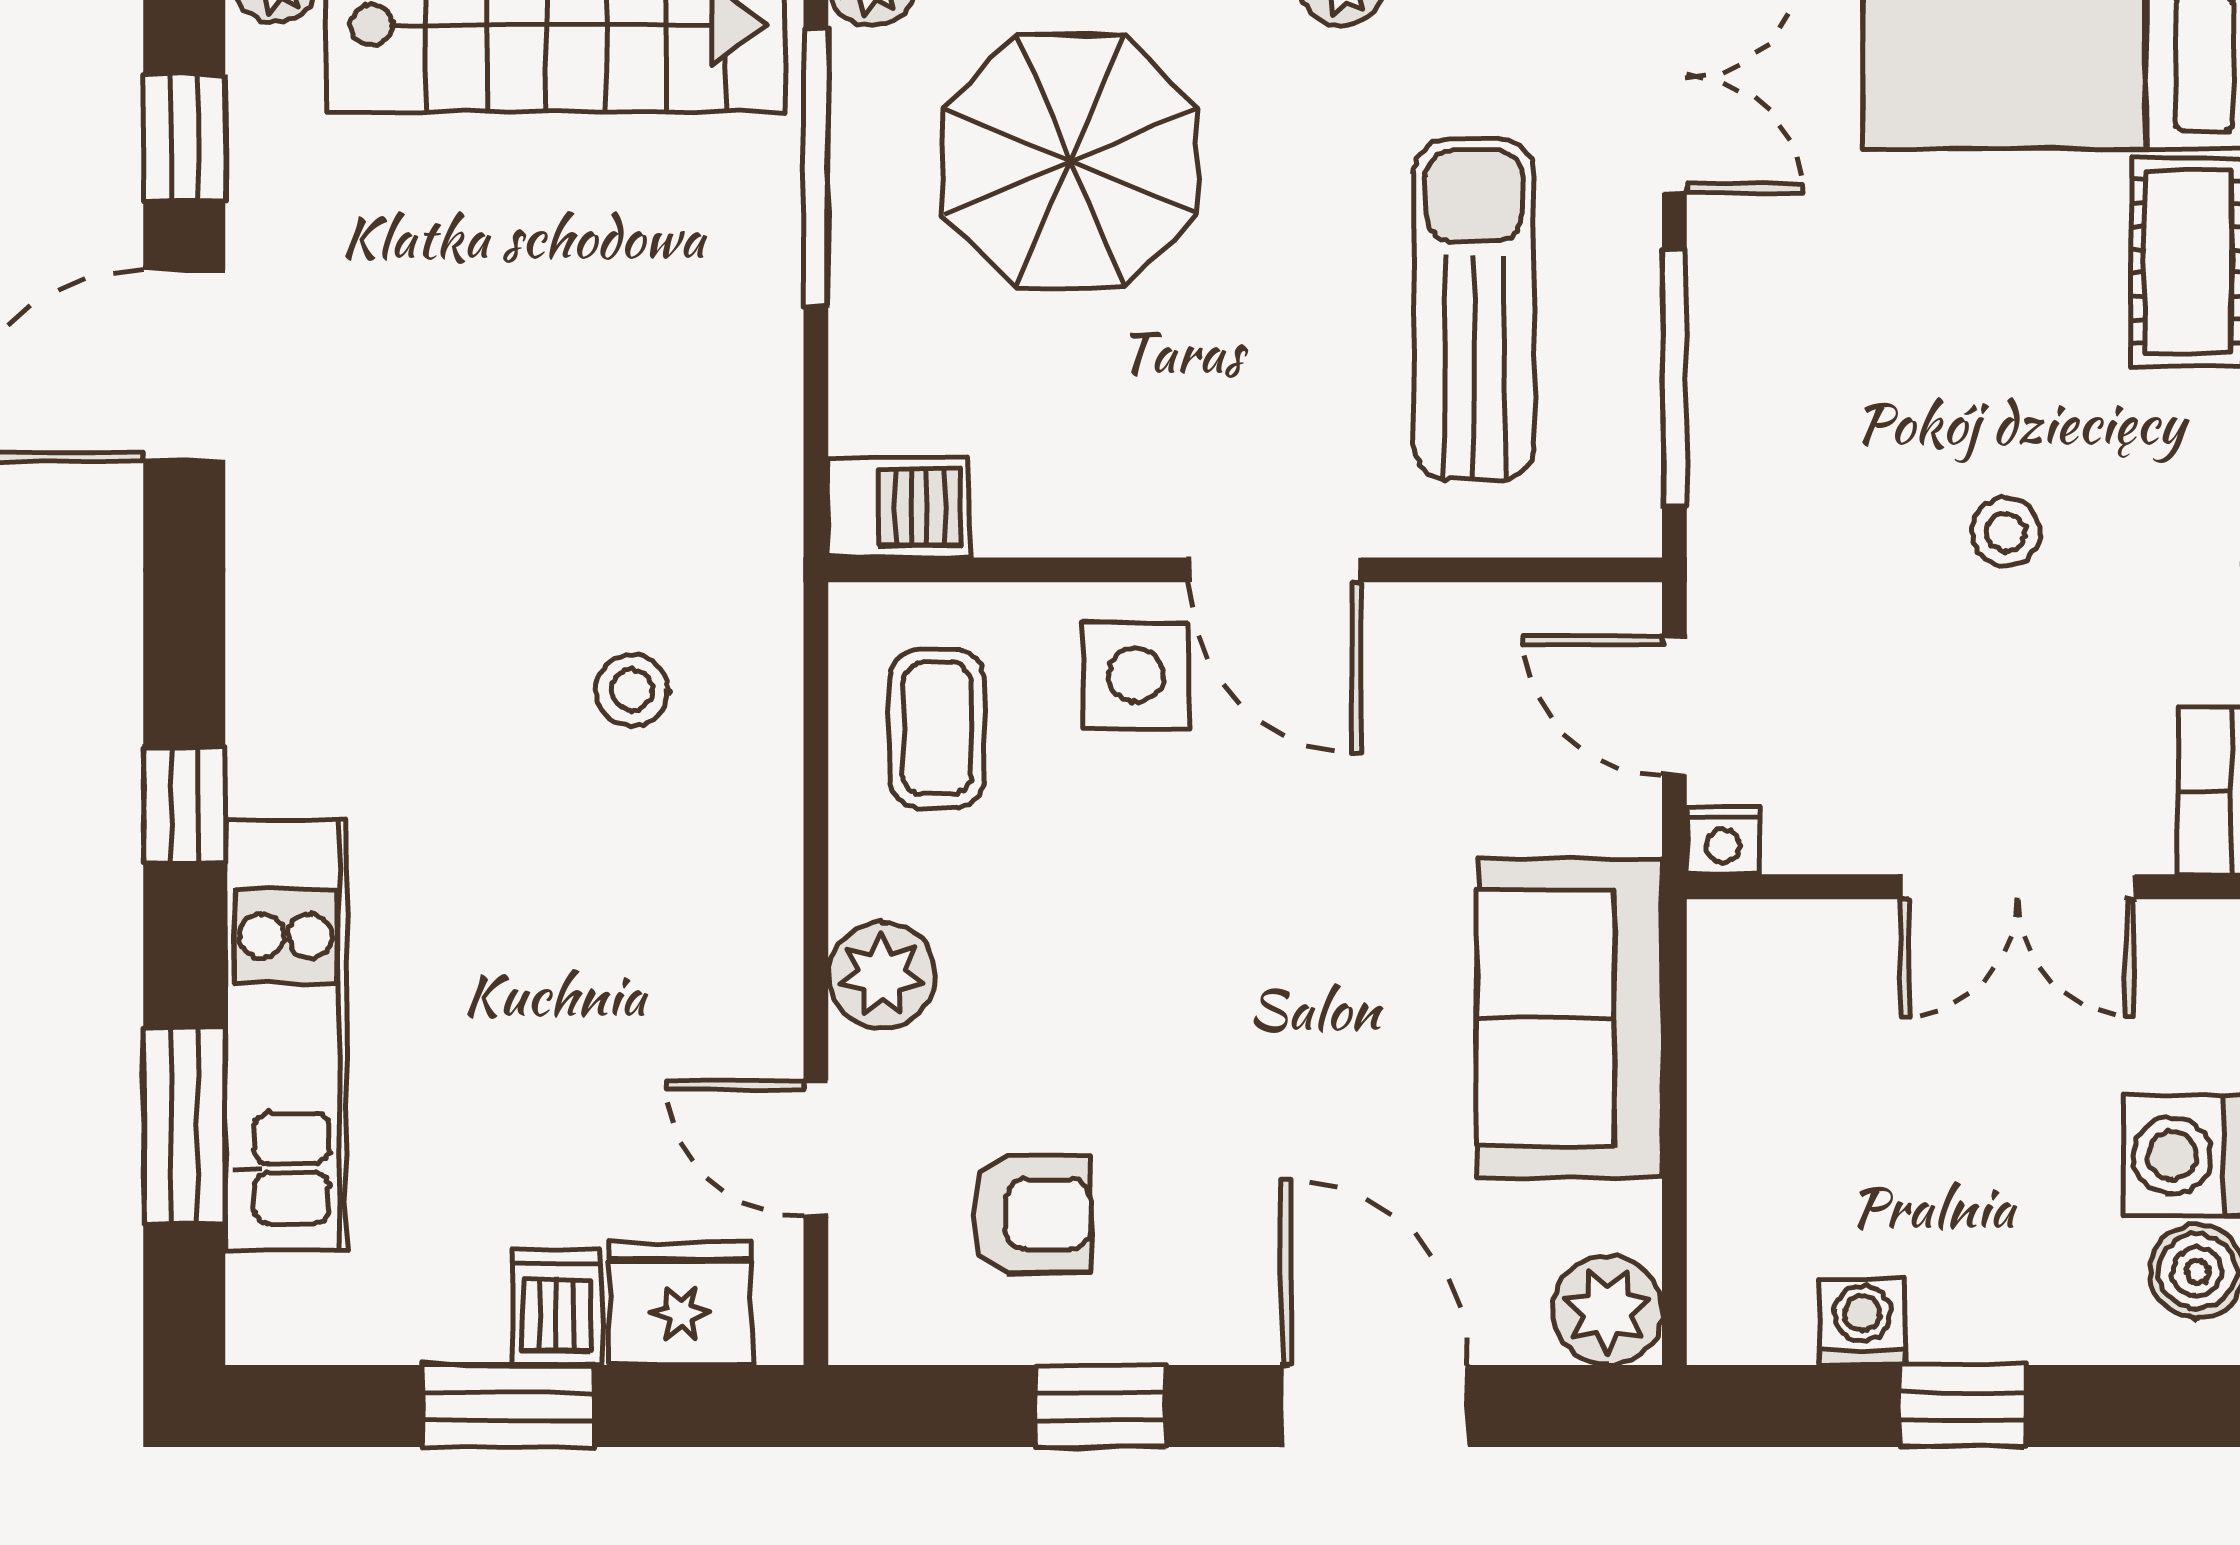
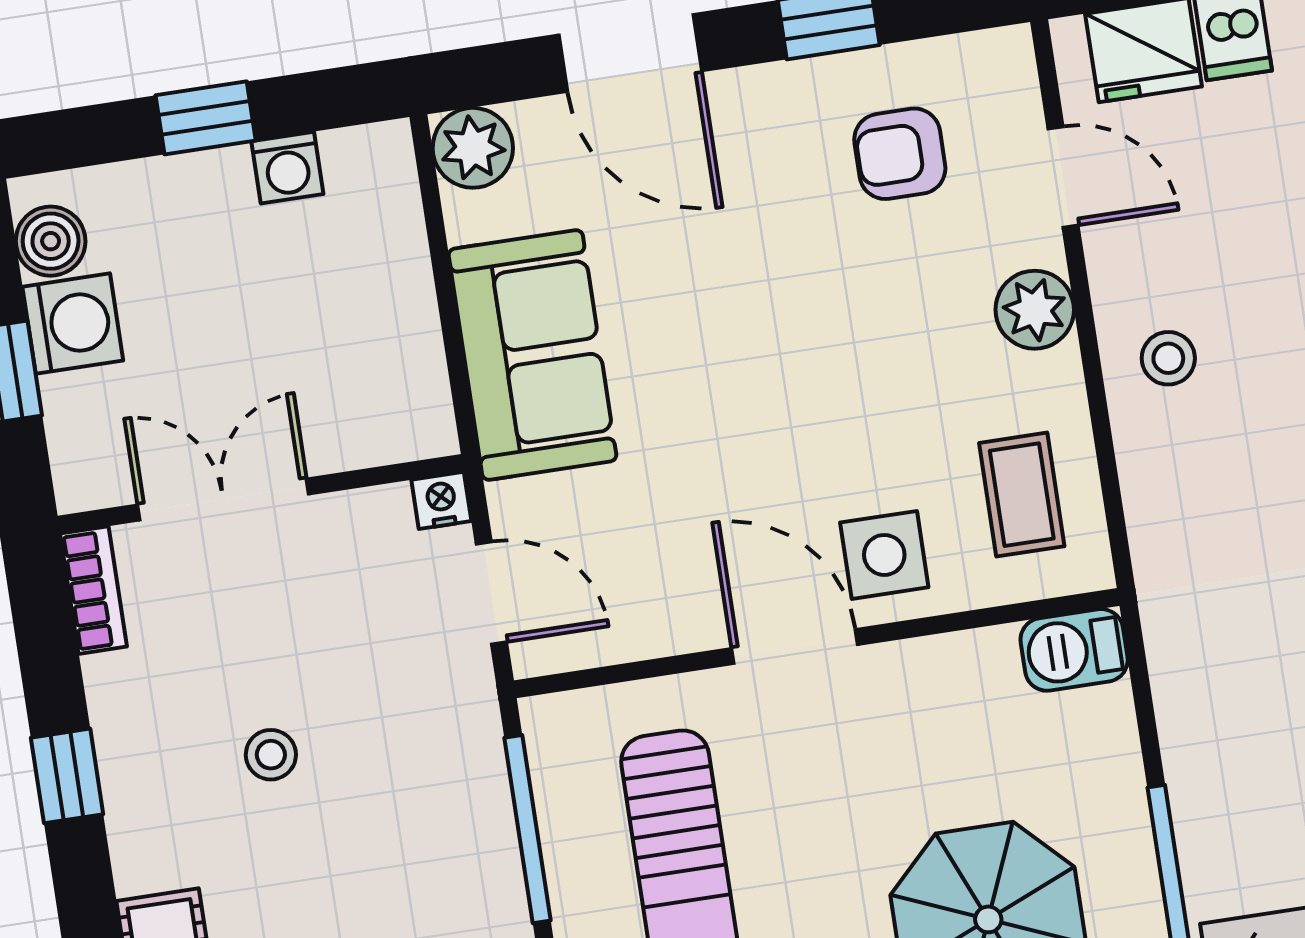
stool: (632, 690) -> (1168, 358), moved

